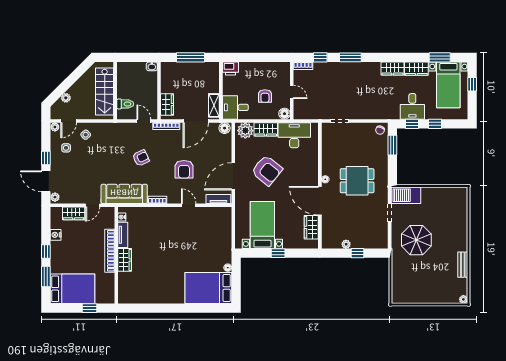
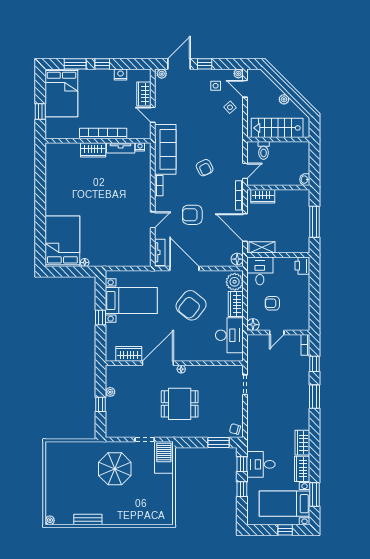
plant: (66, 98) -> (284, 99), moved
dining table: (357, 181) -> (180, 404), turned 90

